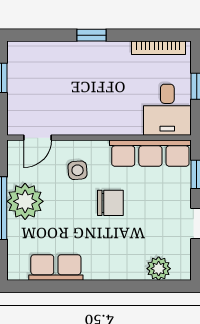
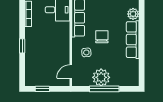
door: (37, 138) -> (71, 72), swing flipped
row of seats: (56, 268) -> (133, 40), moved, width x1.48

